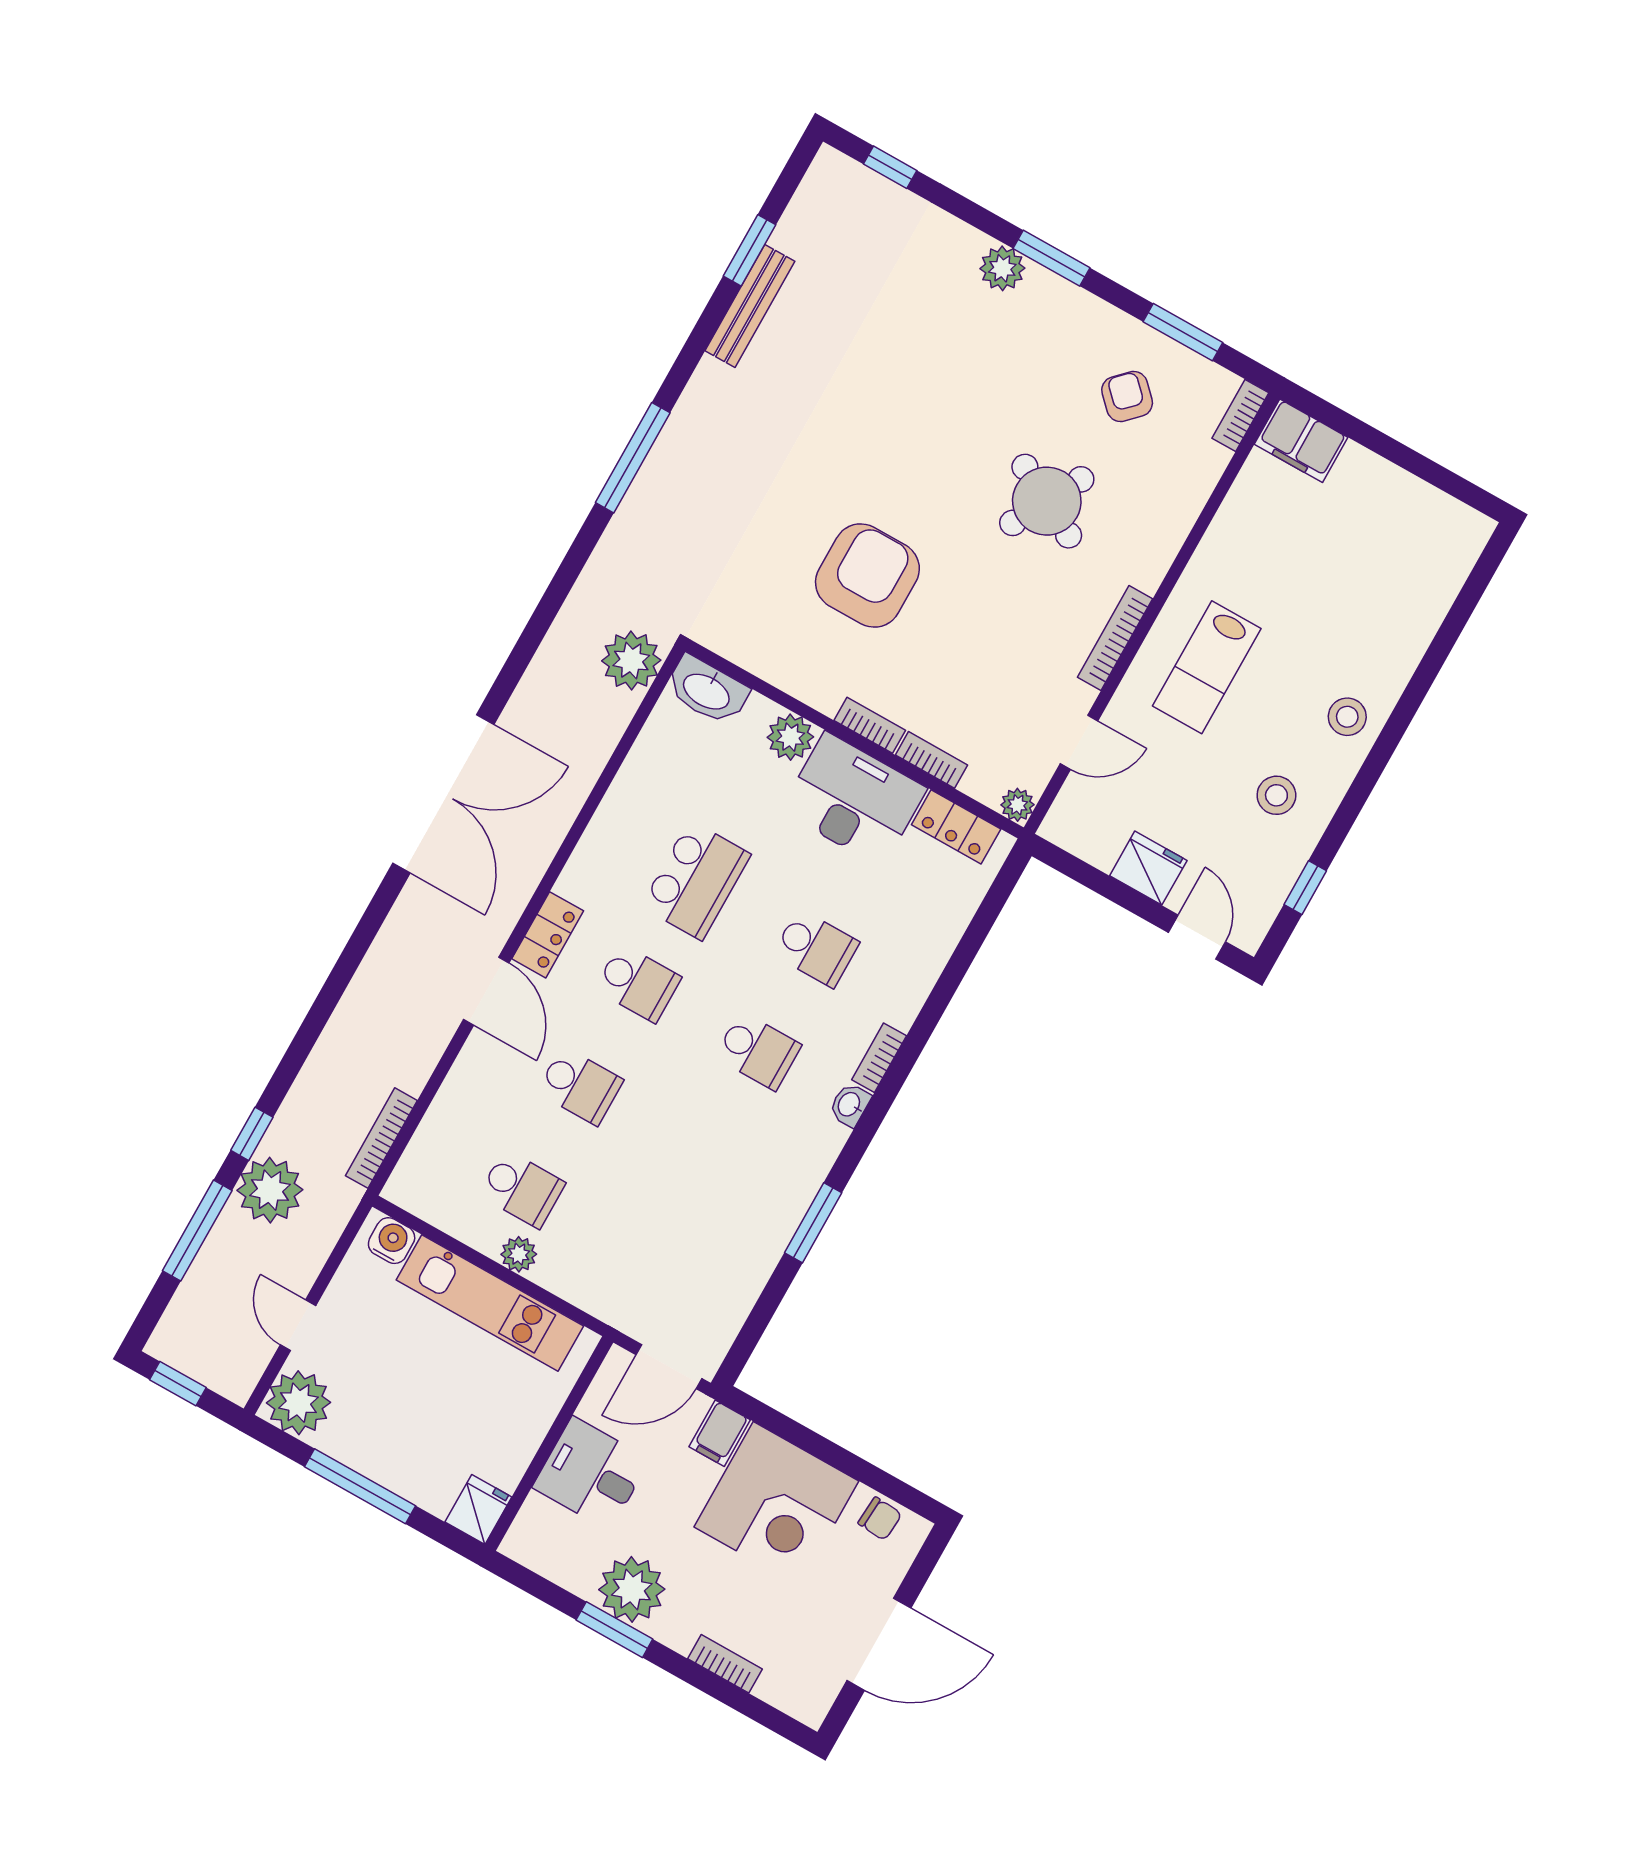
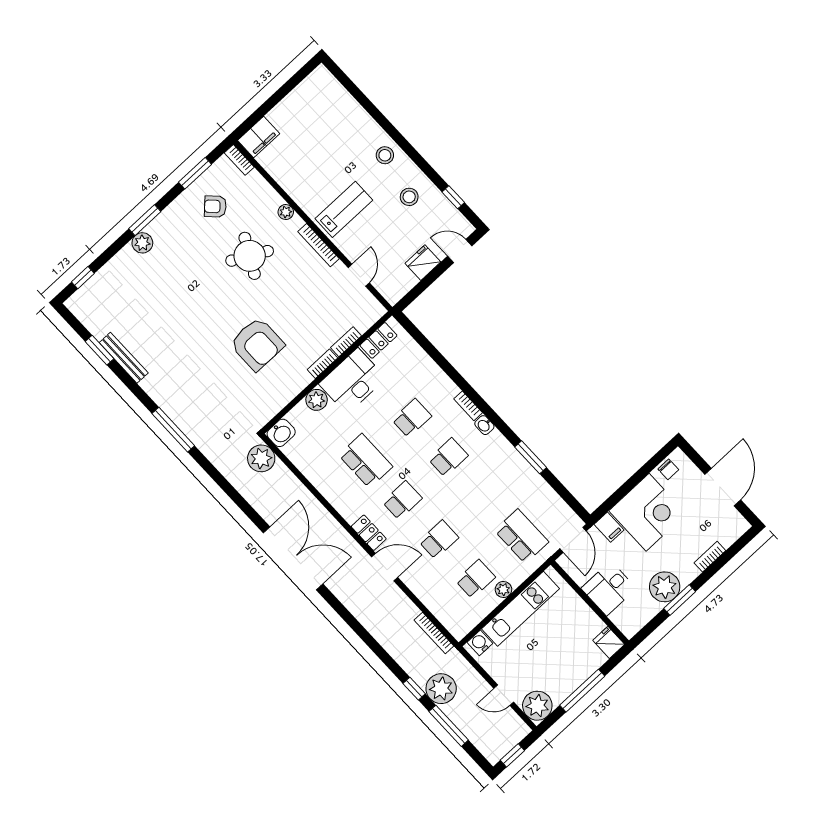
armchair: (867, 575) -> (257, 344), turned 180
lab bench: (1207, 667) -> (344, 209), turned -90
washbasin: (707, 690) -> (281, 433), width x0.72
plant: (1017, 805) -> (286, 212), moved
school desk: (642, 1257) -> (522, 536), added
chair: (880, 1519) -> (668, 469), turned 86

